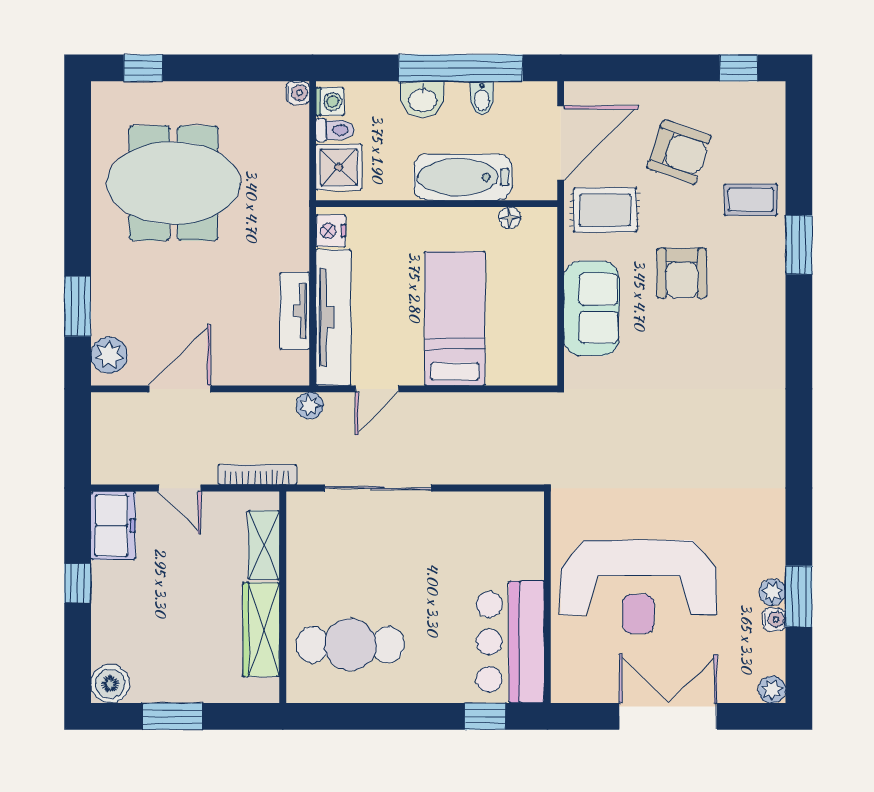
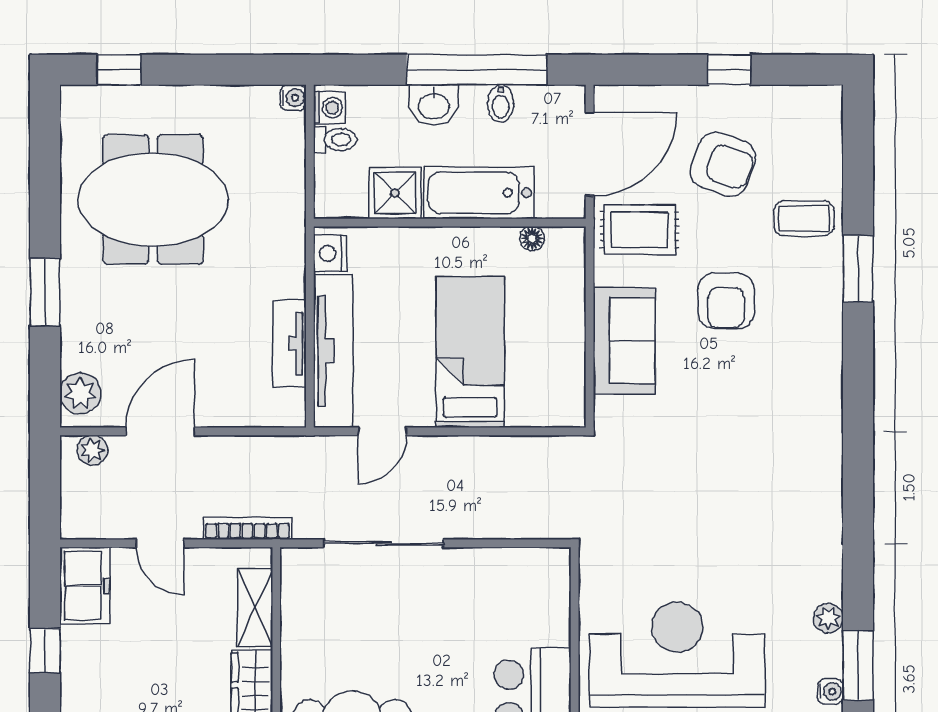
window: (739, 68) -> (729, 70), moved
shower: (339, 167) -> (395, 193), moved
window: (78, 306) -> (45, 292), moved
plant: (310, 406) -> (92, 450), moved
reception desk: (638, 587) -> (677, 655), turned 180
plant: (772, 592) -> (828, 618), moved

